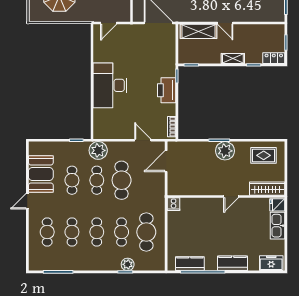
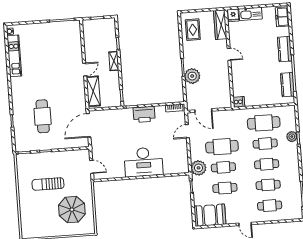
locker: (274, 58) -> (111, 27), removed
plant: (225, 151) -> (192, 76), moved
booth: (41, 174) -> (210, 215), moved

